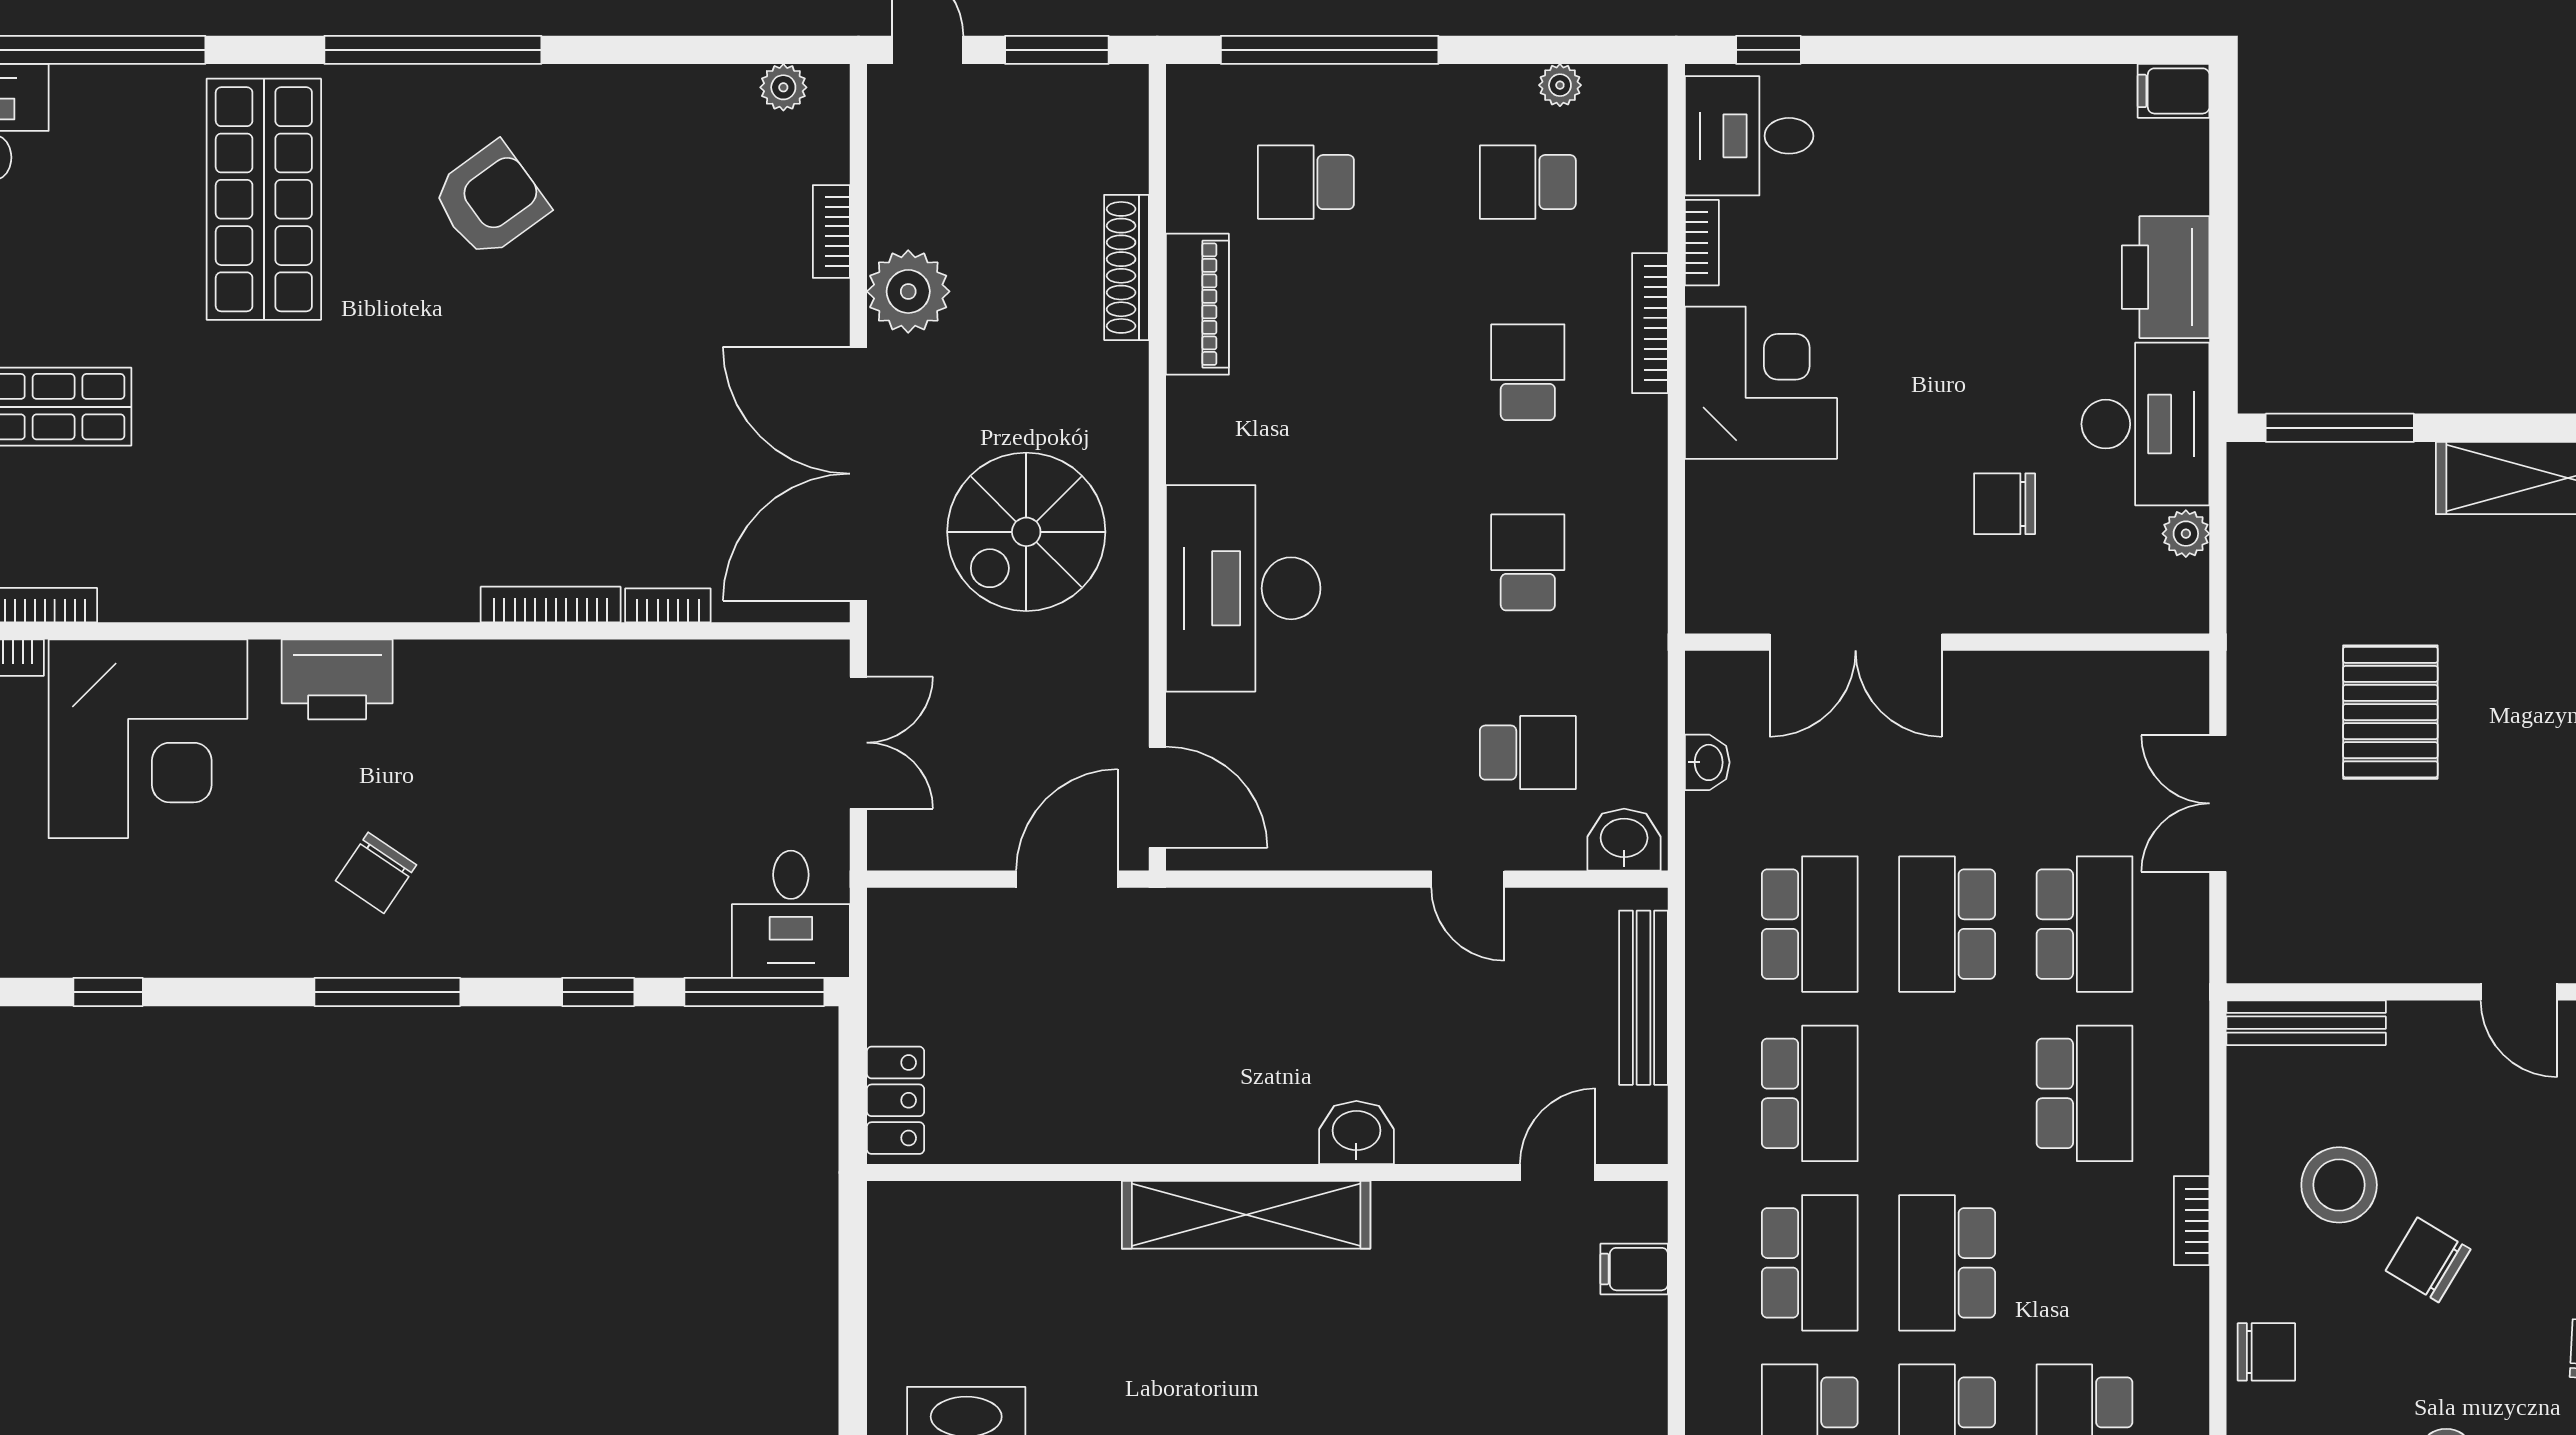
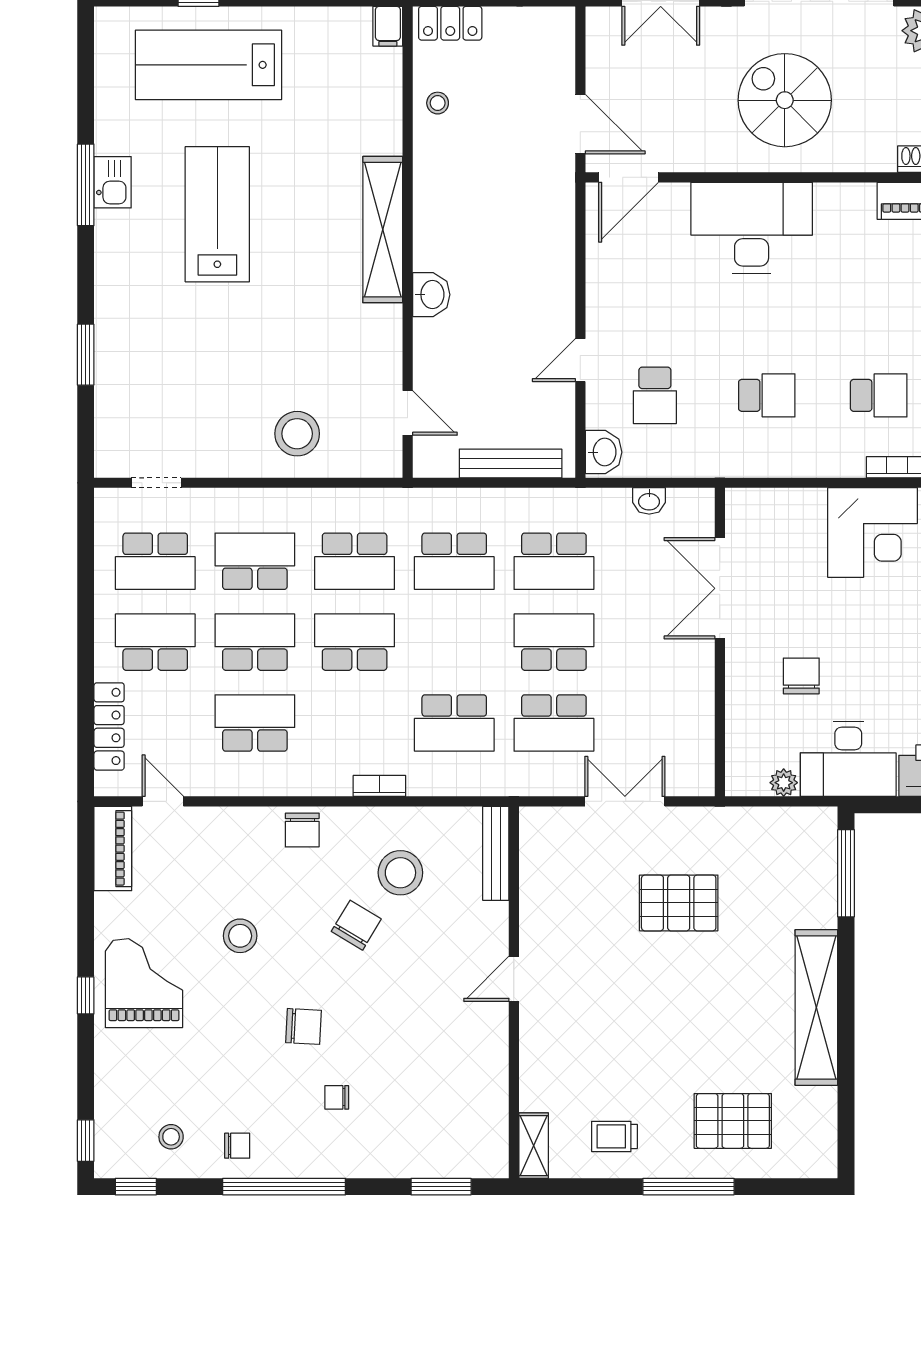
stool: (1031, 1122) -> (438, 103), added
filing cabinet: (1634, 1269) -> (388, 26), moved, turned 180
stool: (1593, 1360) -> (297, 434), added

